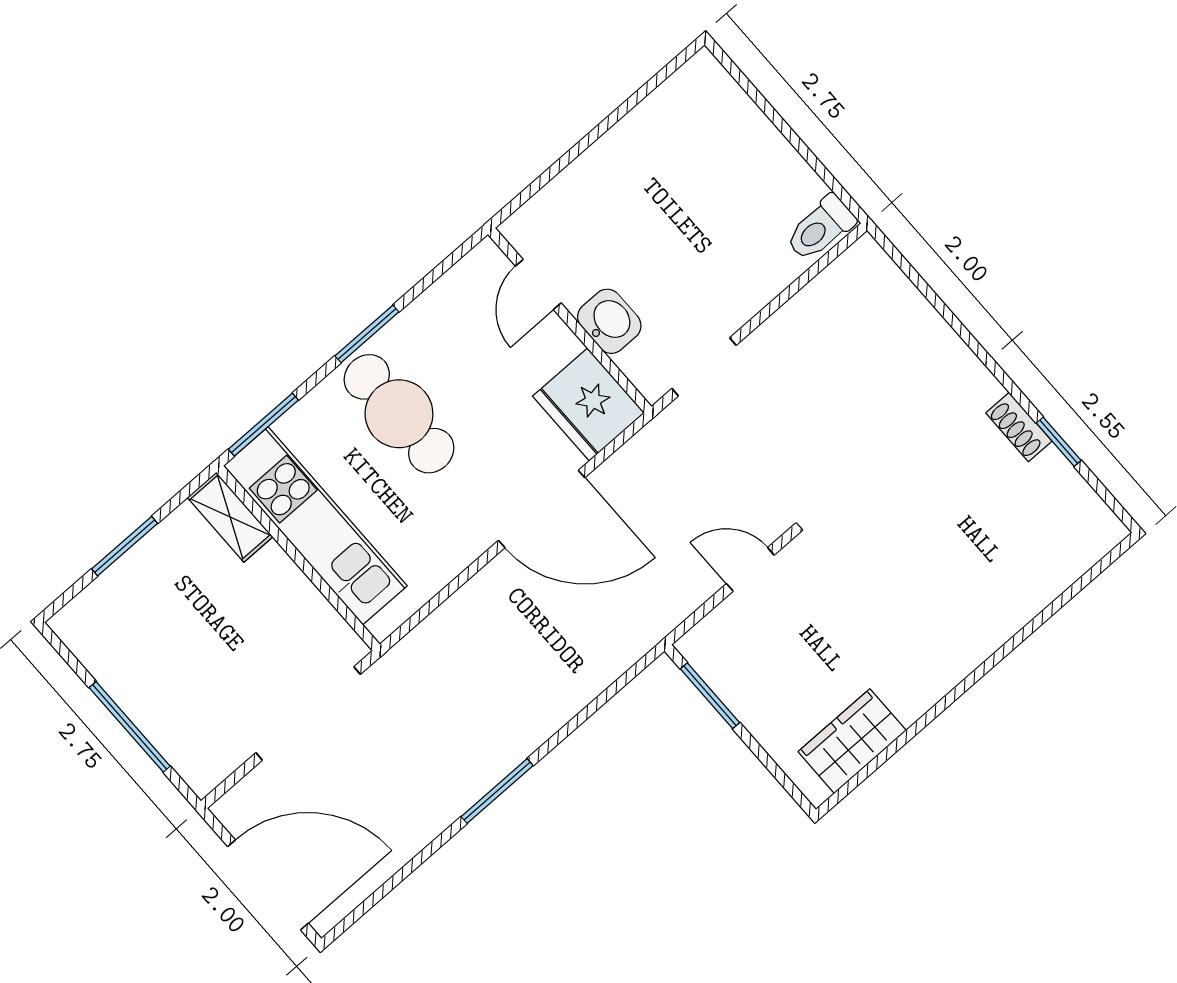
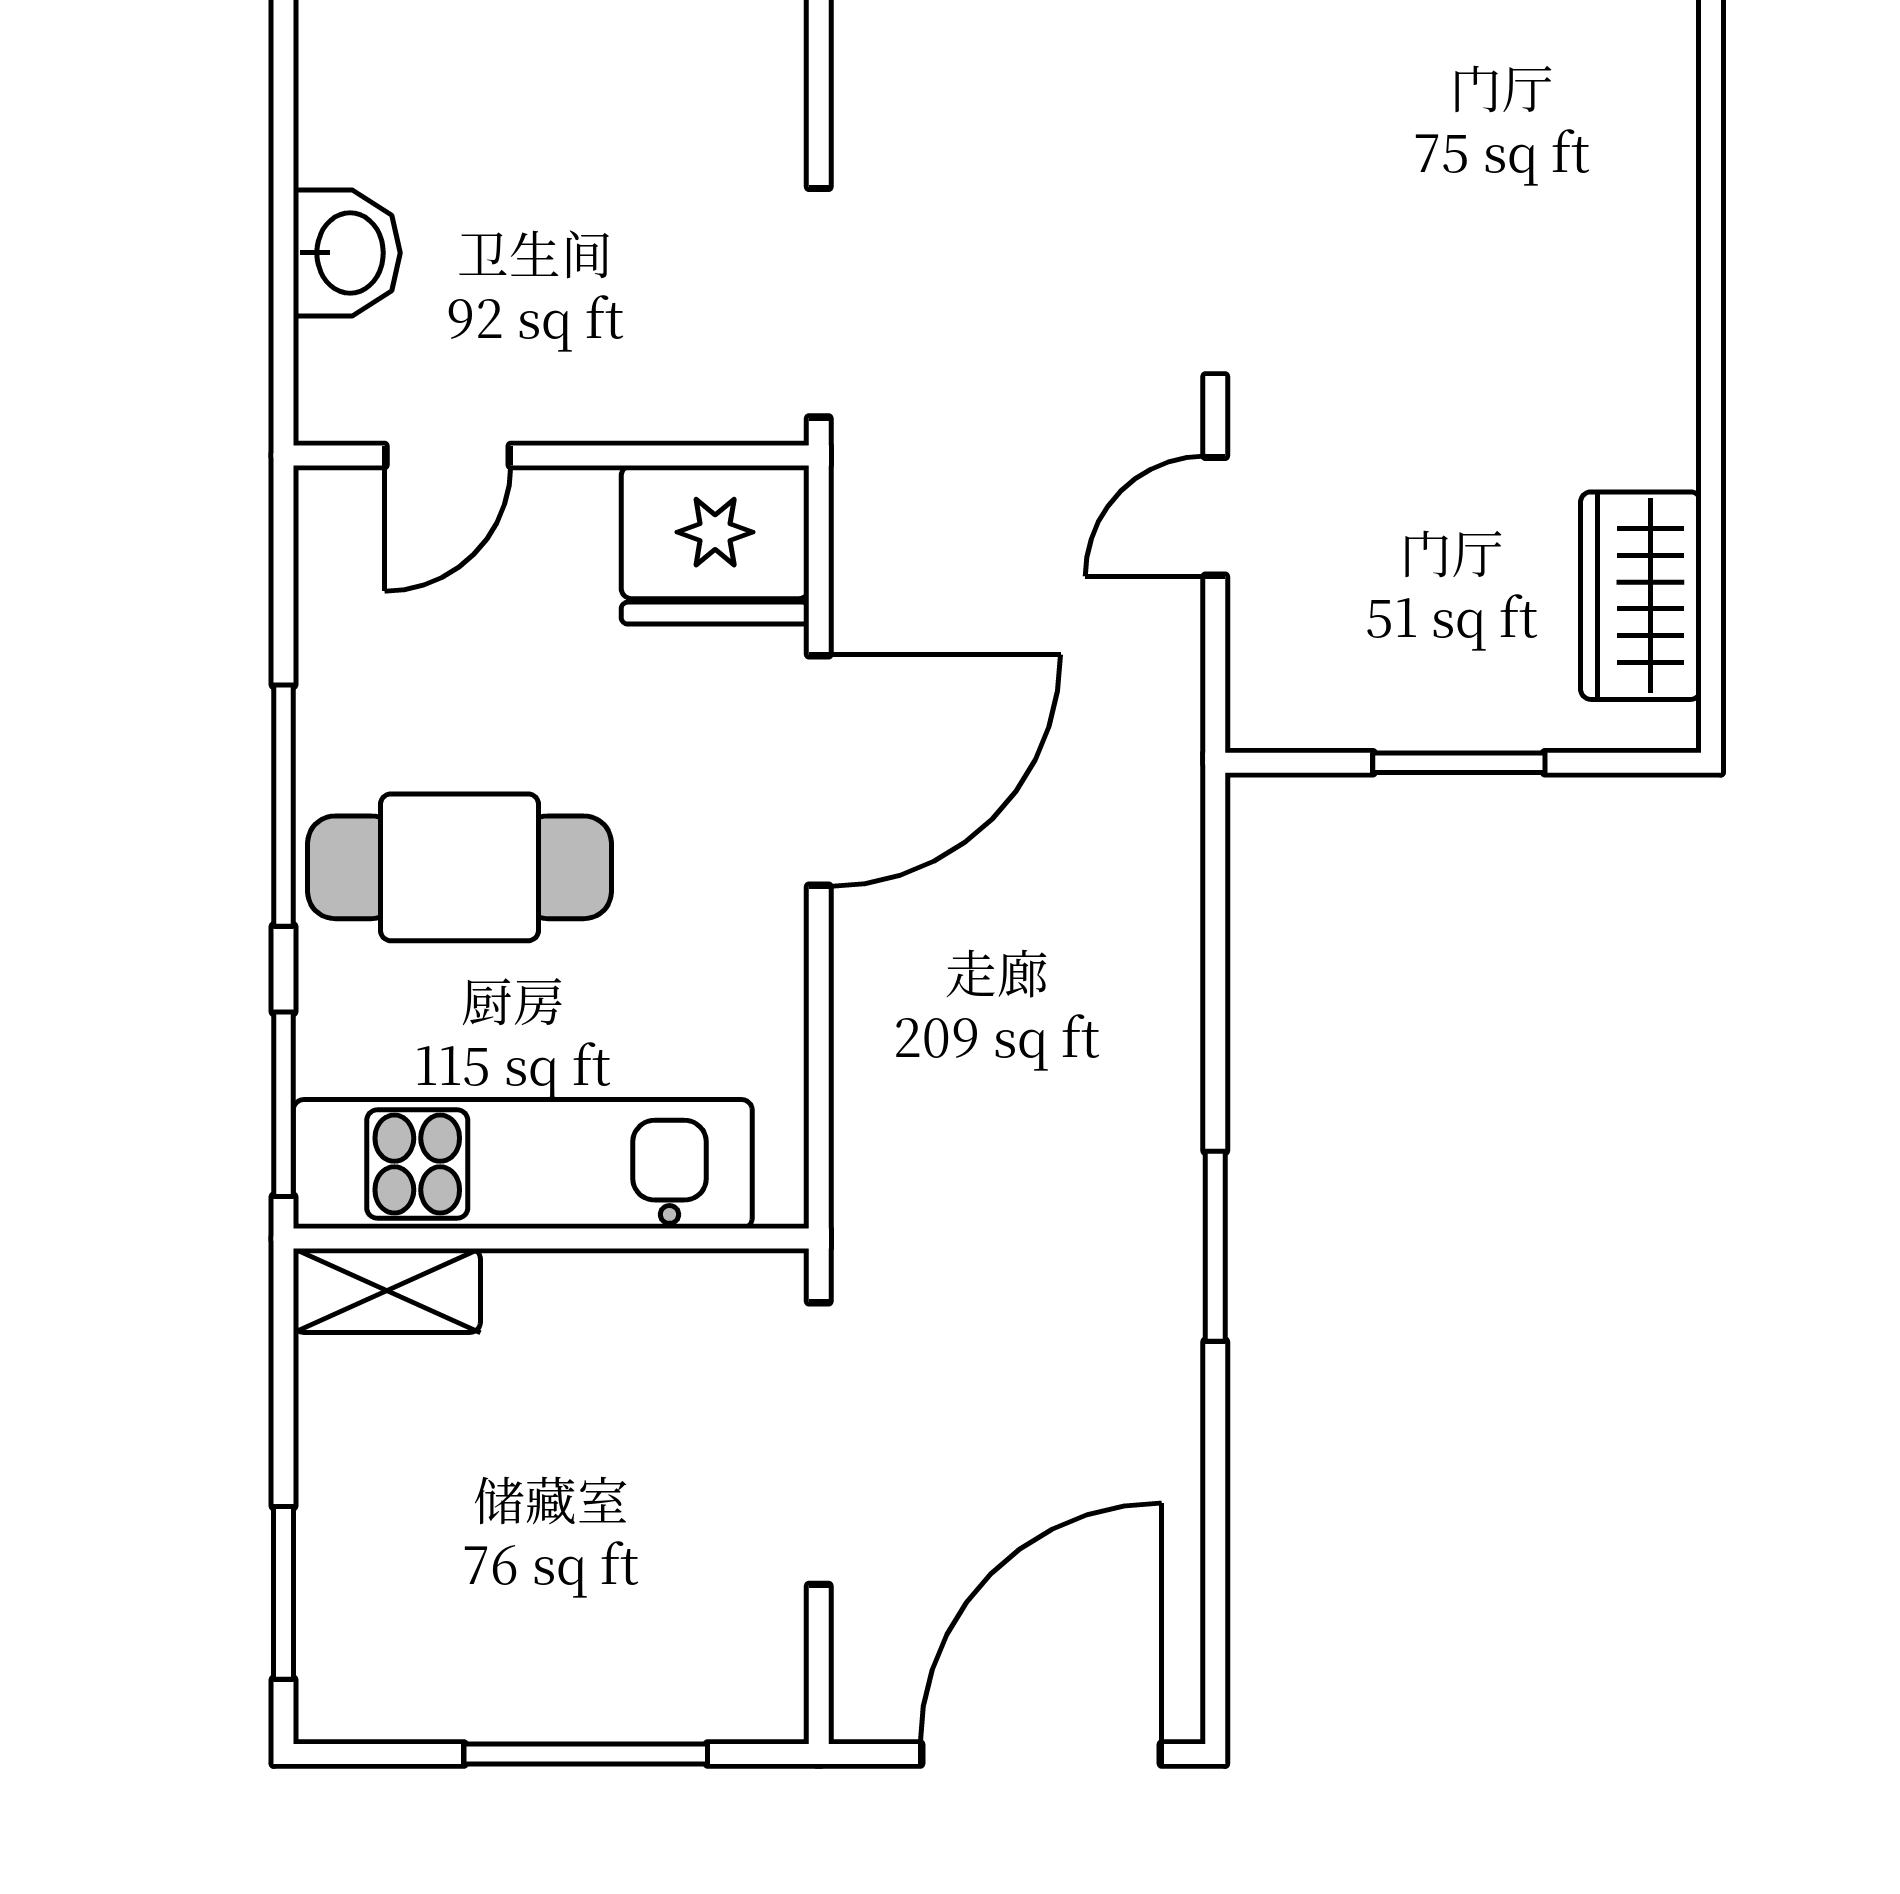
door: (538, 284) -> (448, 455), hinge flipped
washbasin: (609, 321) -> (347, 253), moved, turned 90
window: (367, 334) -> (283, 806), width x1.44
doorway: (704, 367) -> (819, 303), width x1.38
window: (125, 546) -> (283, 1593), moved
window: (710, 696) -> (1459, 763), moved

